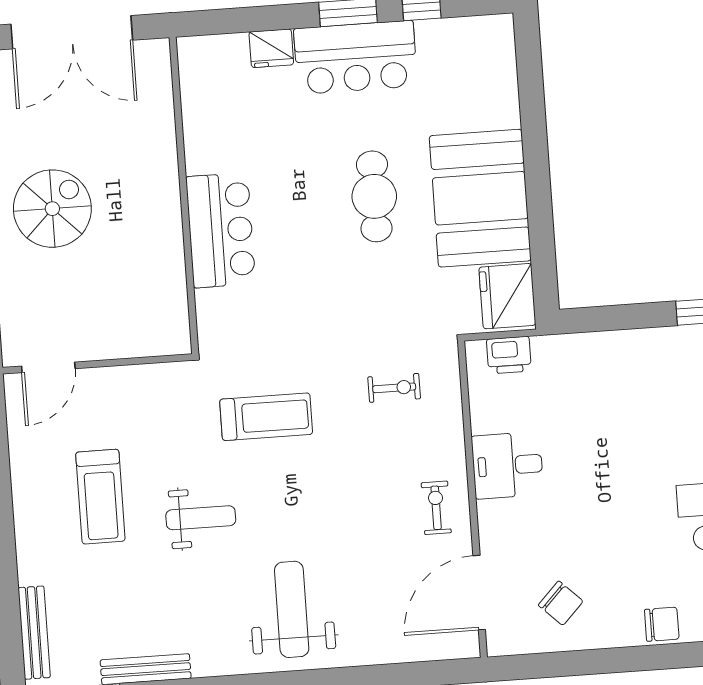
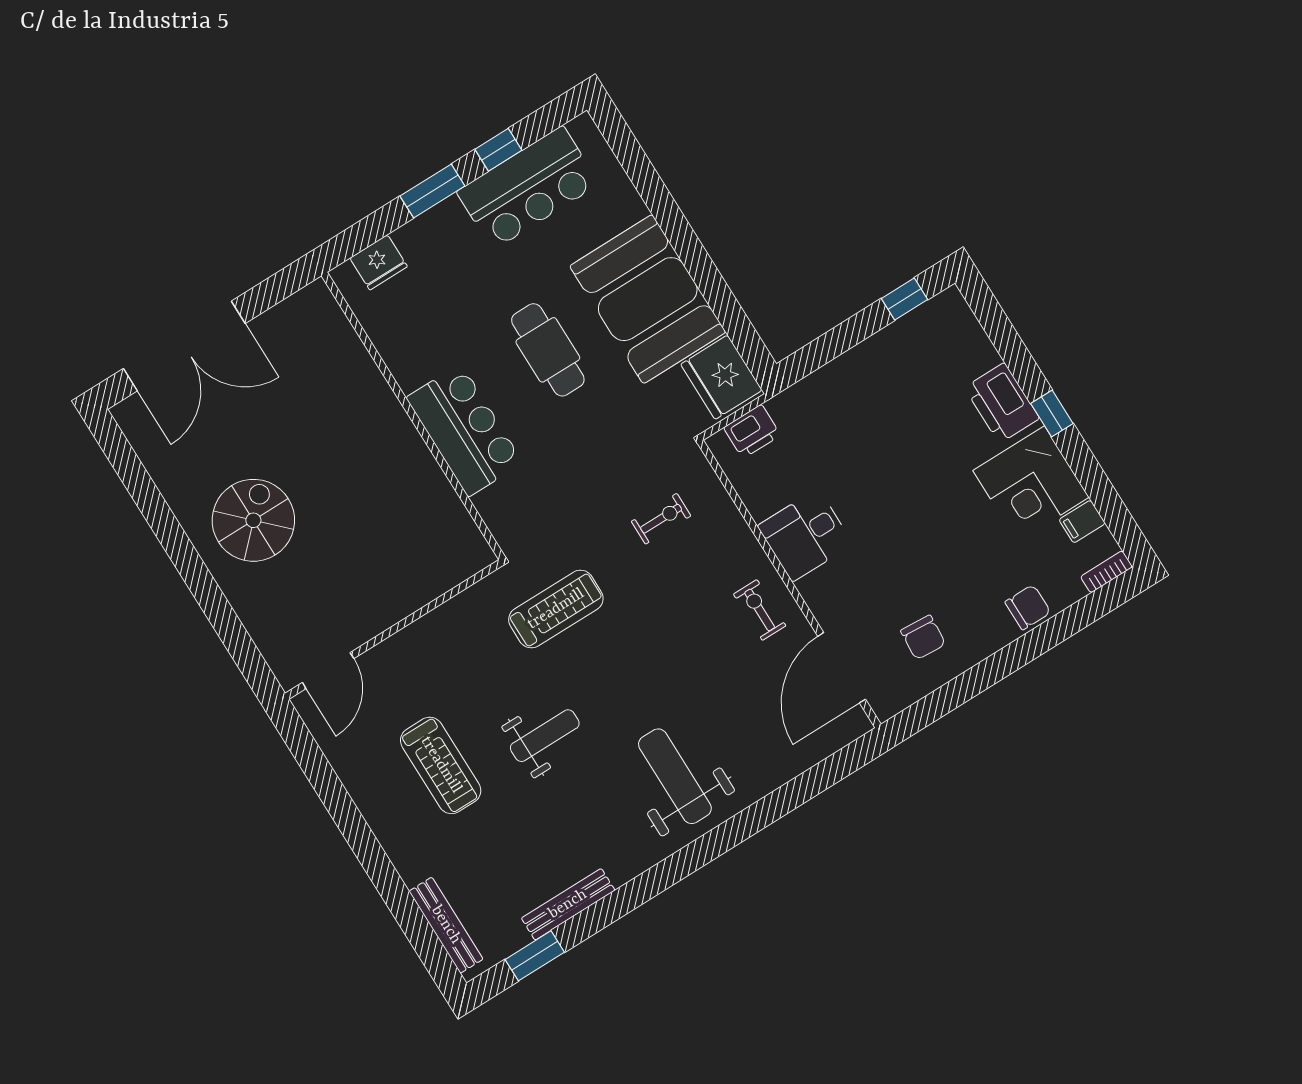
bar counter: (356, 57) -> (528, 188), moved
wall: (184, 195) -> (413, 416), moved
bar counter: (221, 230) -> (464, 430), moved
chair: (561, 603) -> (923, 637), turned 50

